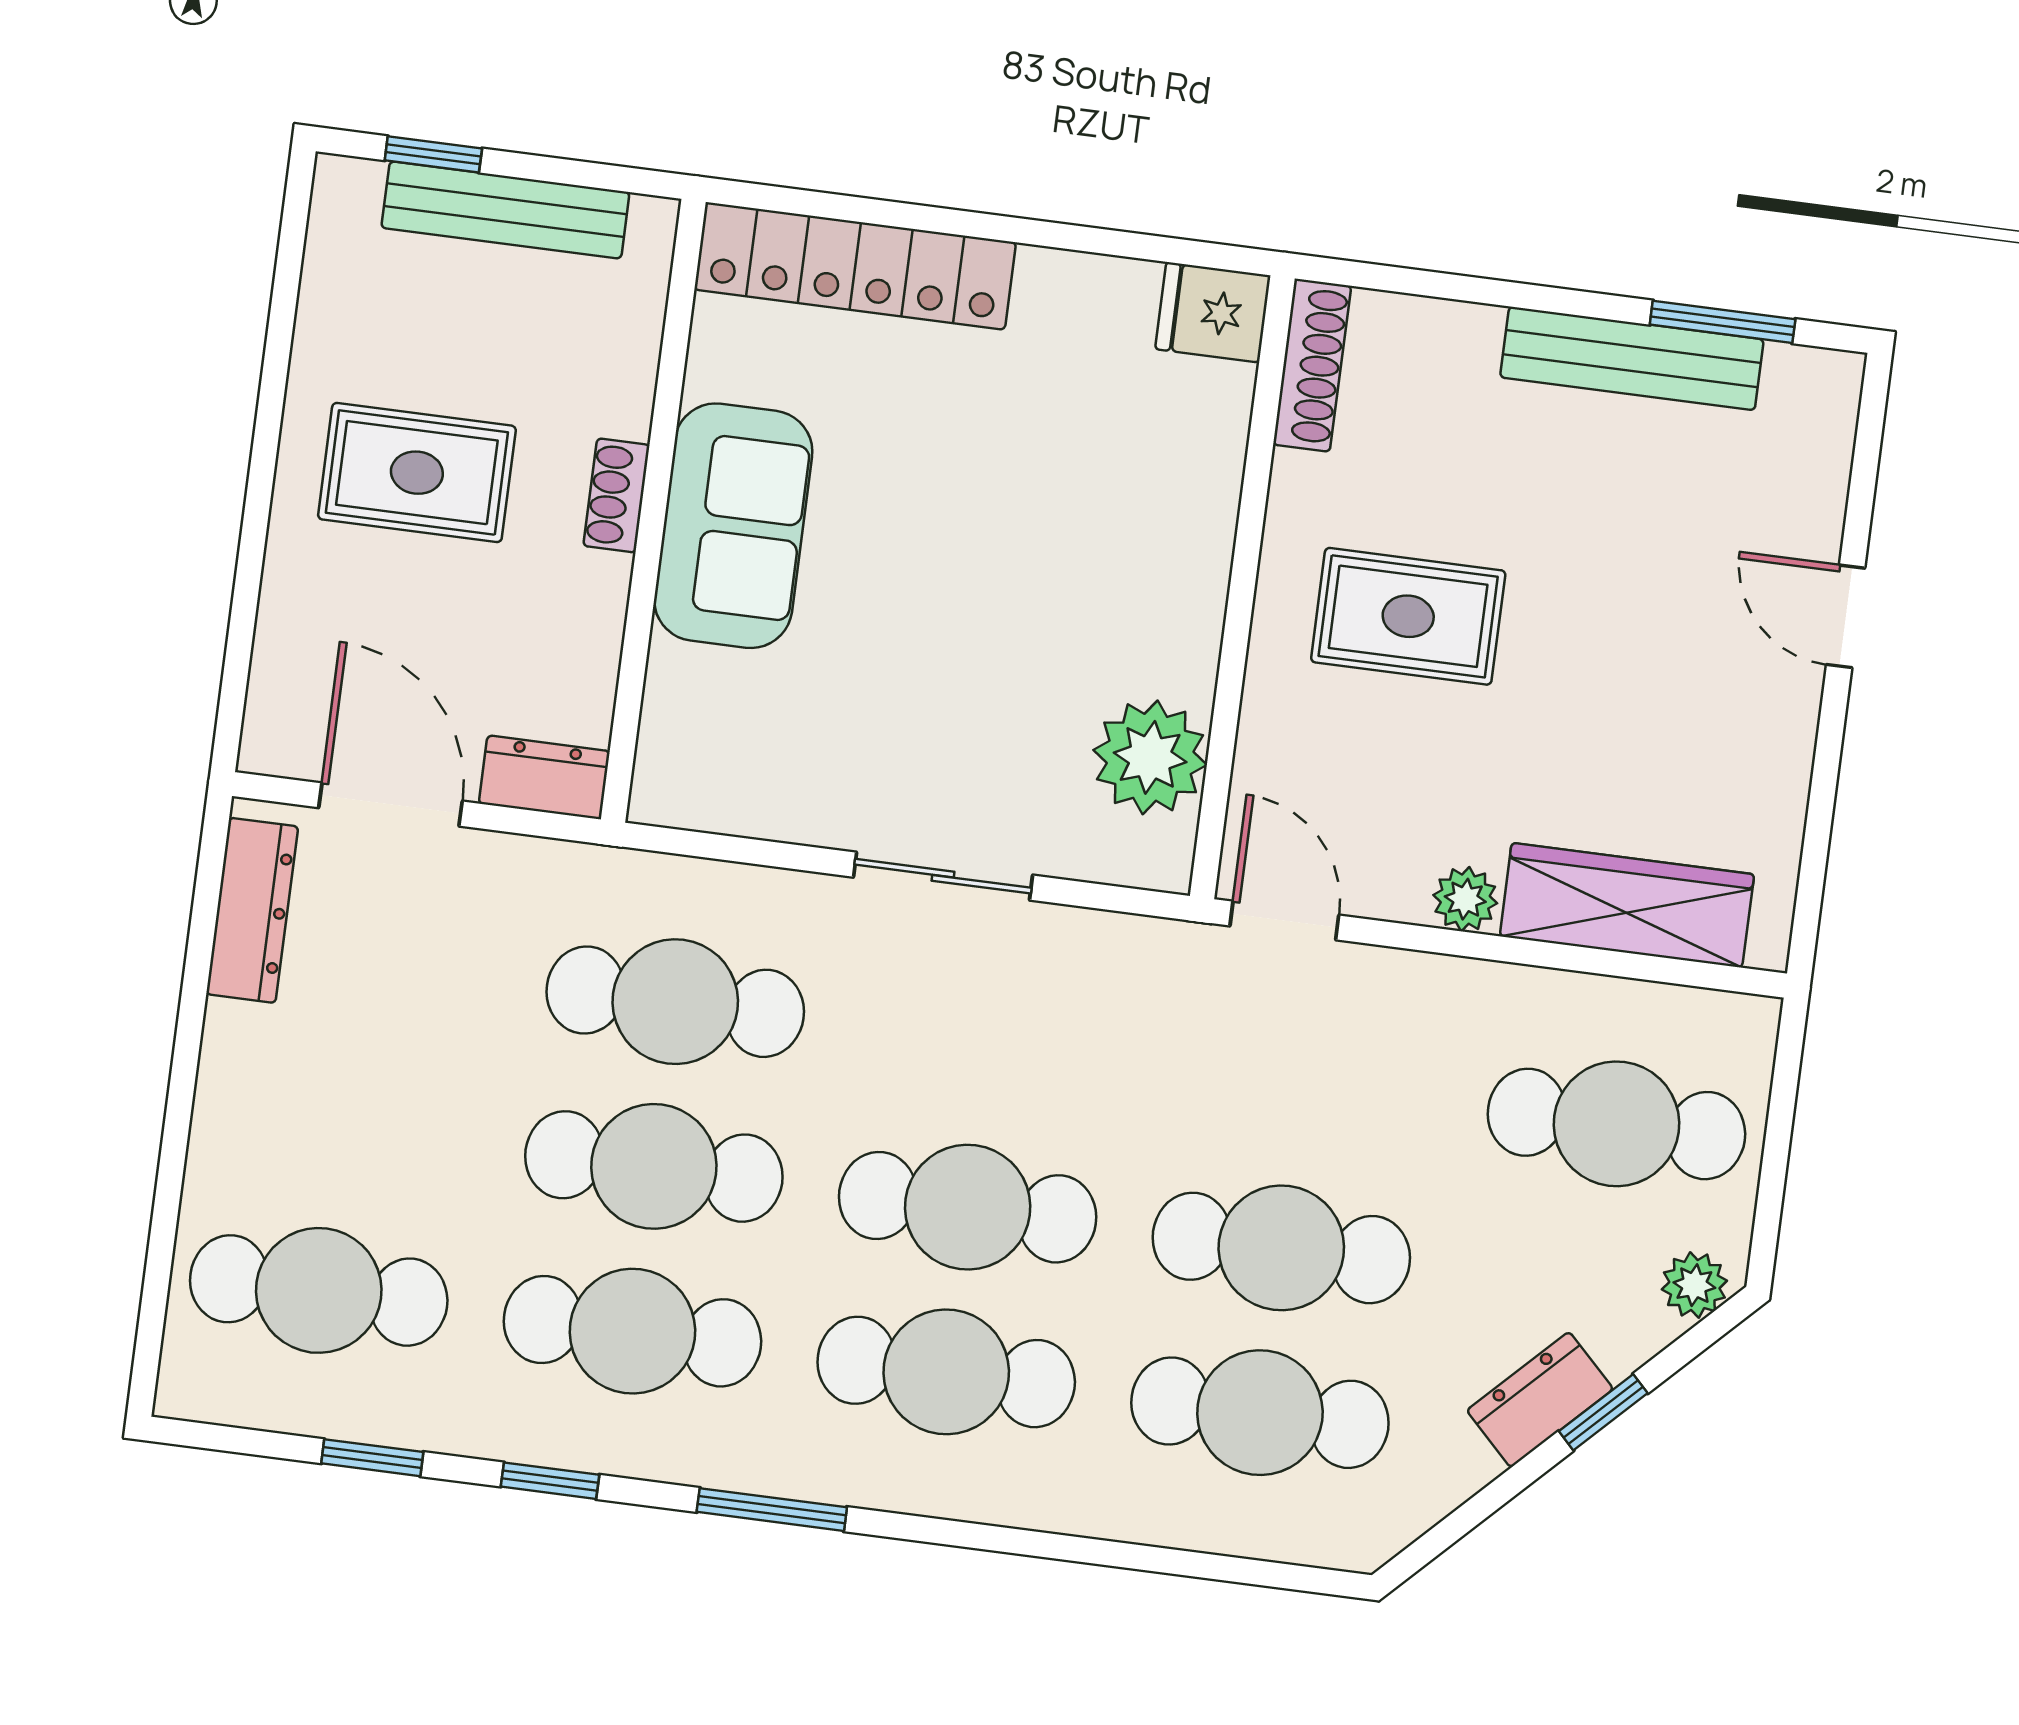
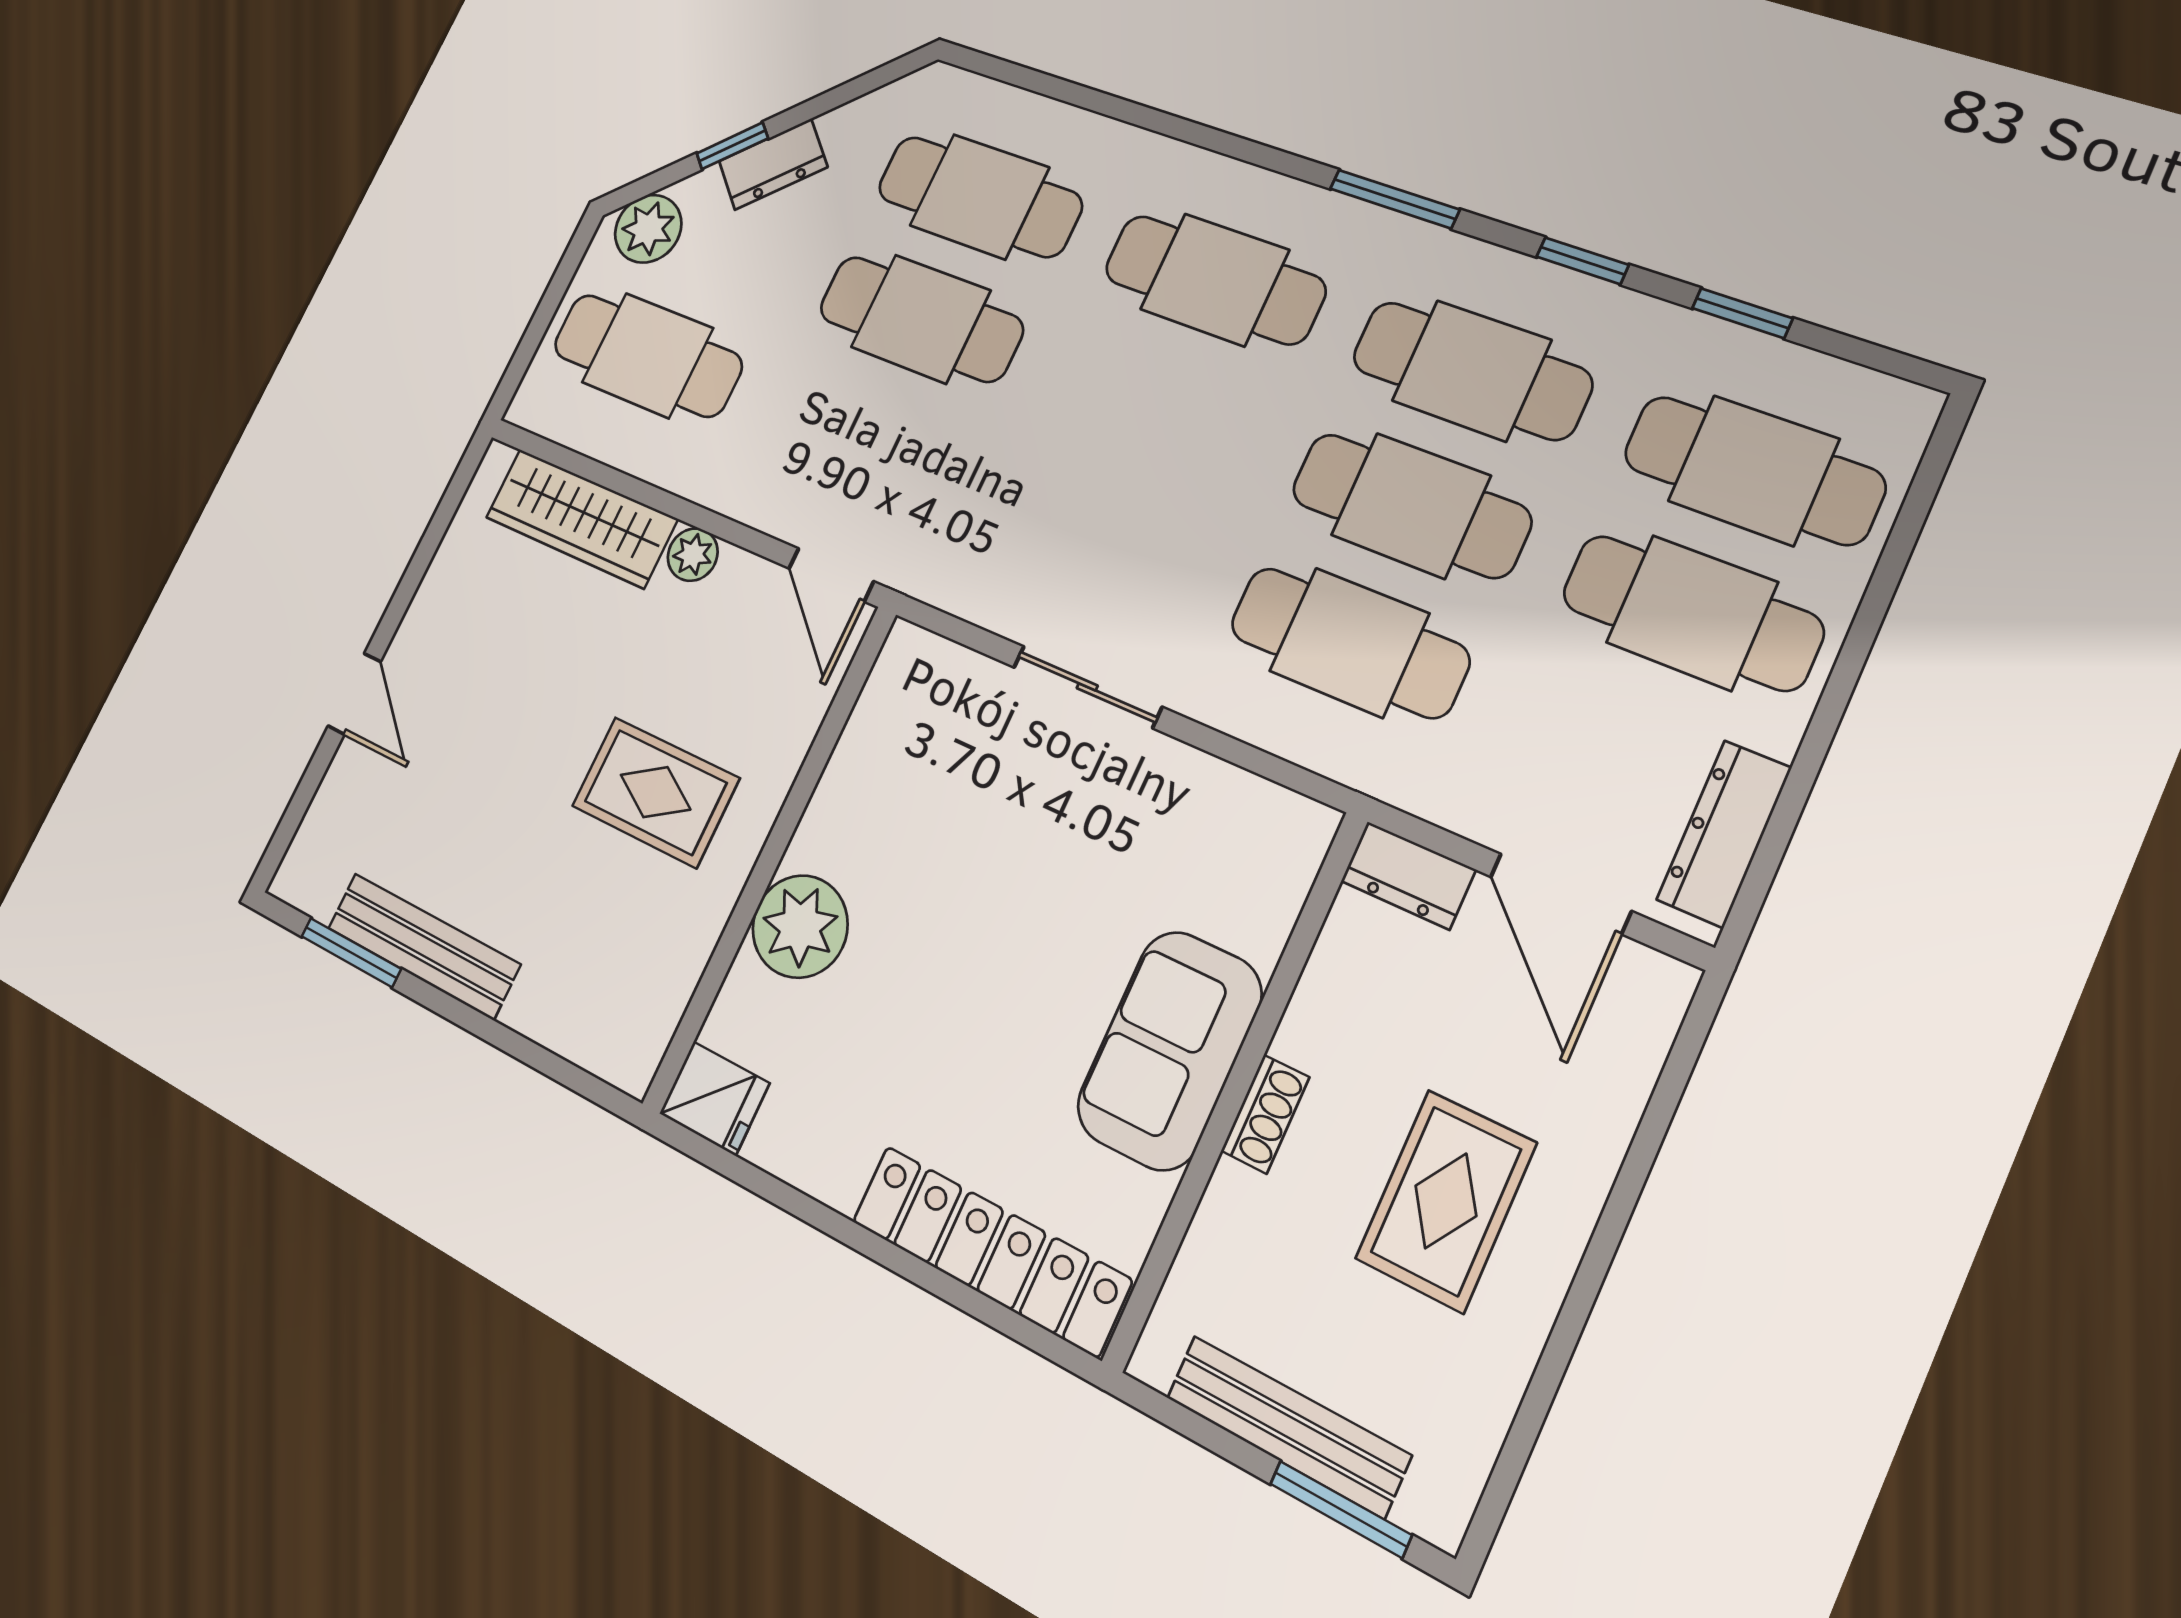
window: (433, 154) -> (1341, 1509), width x1.50
shoe rack: (1312, 365) -> (655, 1025), removed
rug: (417, 473) -> (1446, 1201), turned 90
plant: (1150, 757) -> (800, 926), moved
cafe table: (968, 1207) -> (1692, 612), moved
plant: (1694, 1285) -> (648, 229), width x1.38, depth x1.38

